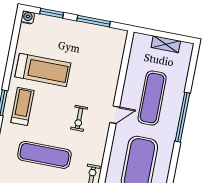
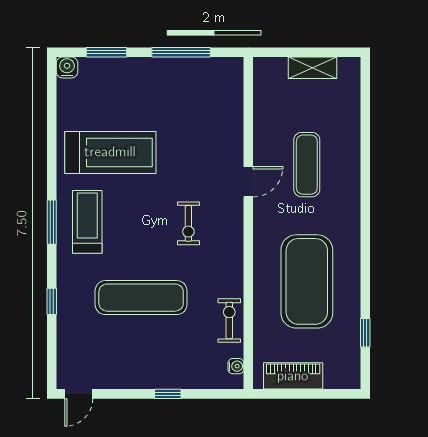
exercise mat: (152, 98) -> (307, 165), width x0.73, depth x0.69
door: (115, 115) -> (248, 182), moved
window: (183, 117) -> (365, 187), removed

